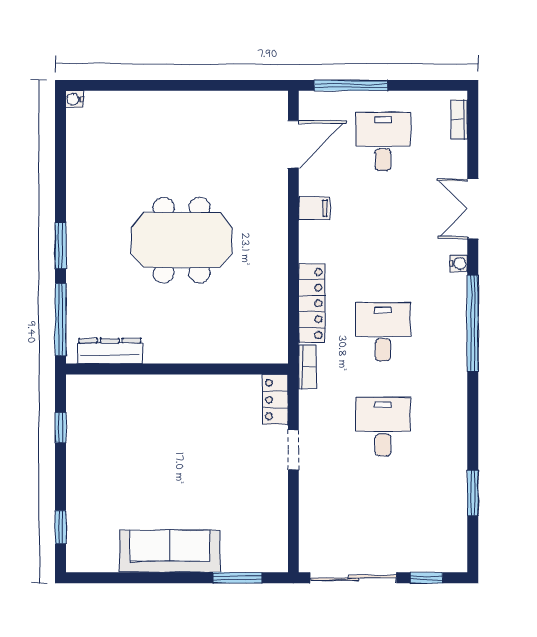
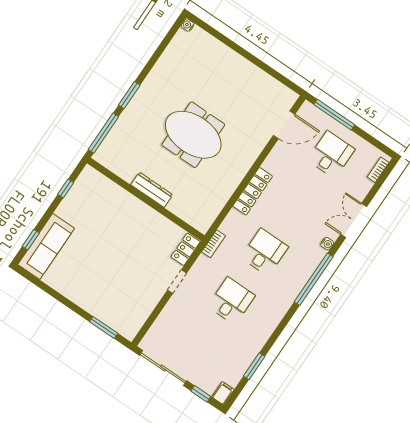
filing cabinet: (314, 208) -> (223, 393), moved, turned -90
locker: (312, 303) -> (253, 191), moved
dresser: (110, 351) -> (152, 190), moved
sofa: (170, 551) -> (46, 246), moved, turned 90

